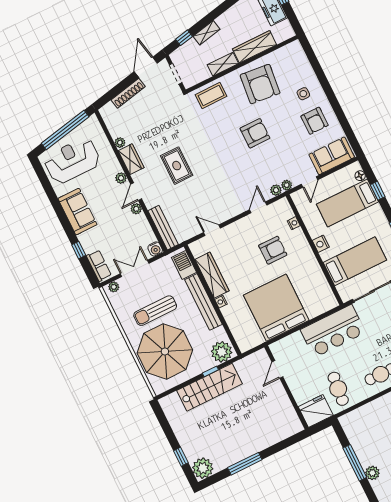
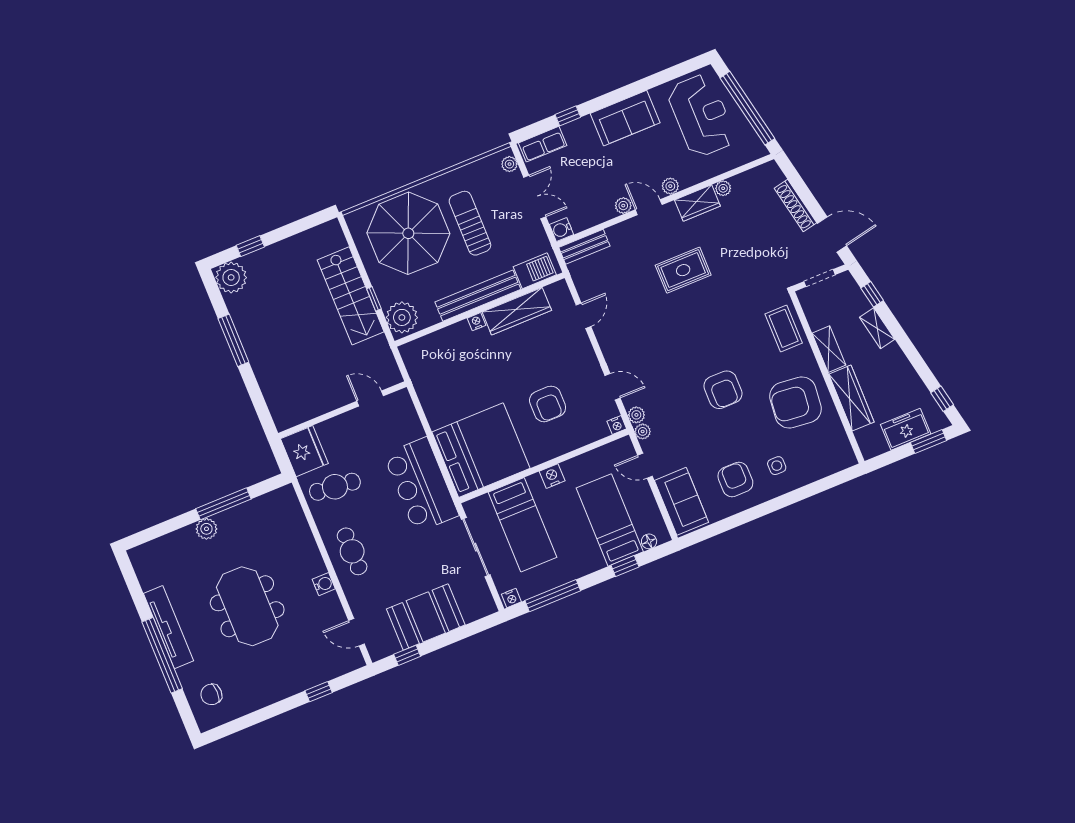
armchair: (315, 121) -> (735, 479), turned 90
nightstand: (294, 223) -> (617, 425), moved
bench: (163, 228) -> (584, 247), width x0.73
bed: (276, 308) -> (481, 450), moved

